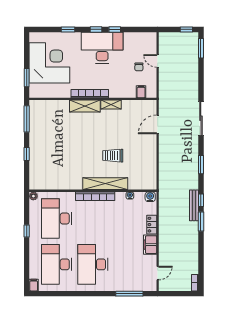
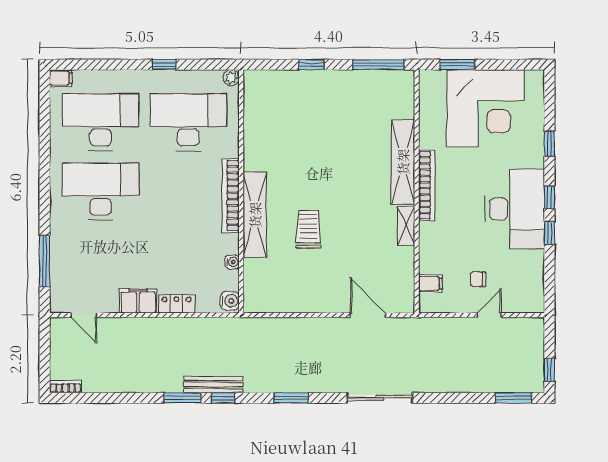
shelving: (85, 106) -> (403, 162), width x1.47

